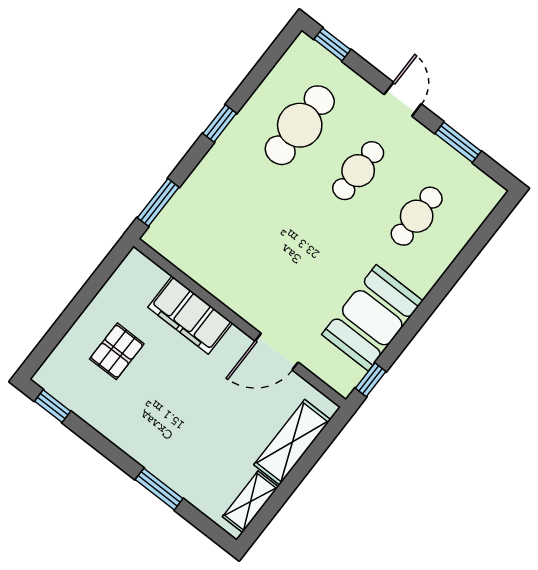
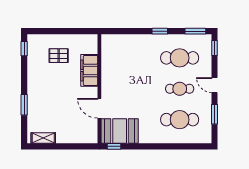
door: (403, 99) -> (215, 85), swing flipped
window: (158, 202) -> (195, 31), moved
cafe table: (417, 216) -> (180, 120), width x1.37, depth x1.35
booth: (372, 318) -> (120, 131), moved
shelving: (292, 442) -> (74, 136), removed

